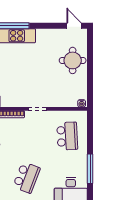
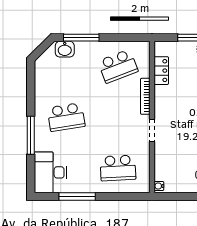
school desk: (27, 177) -> (66, 117), turned -30

